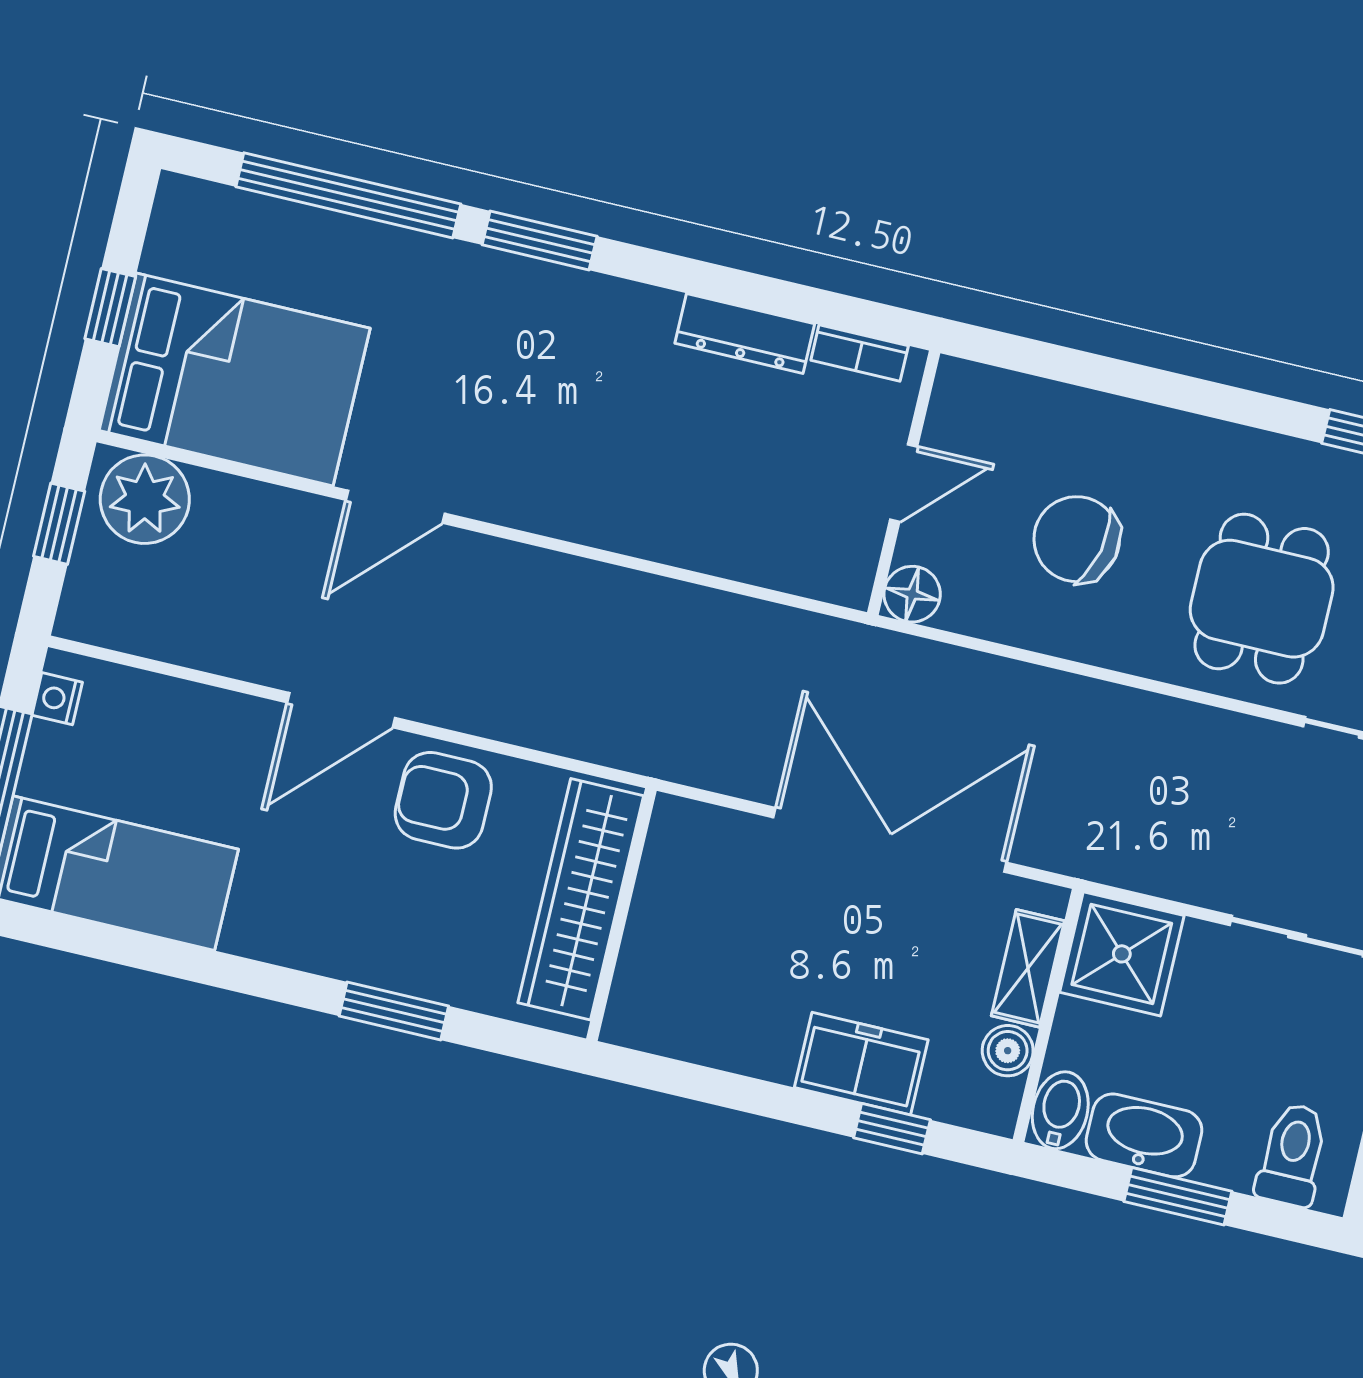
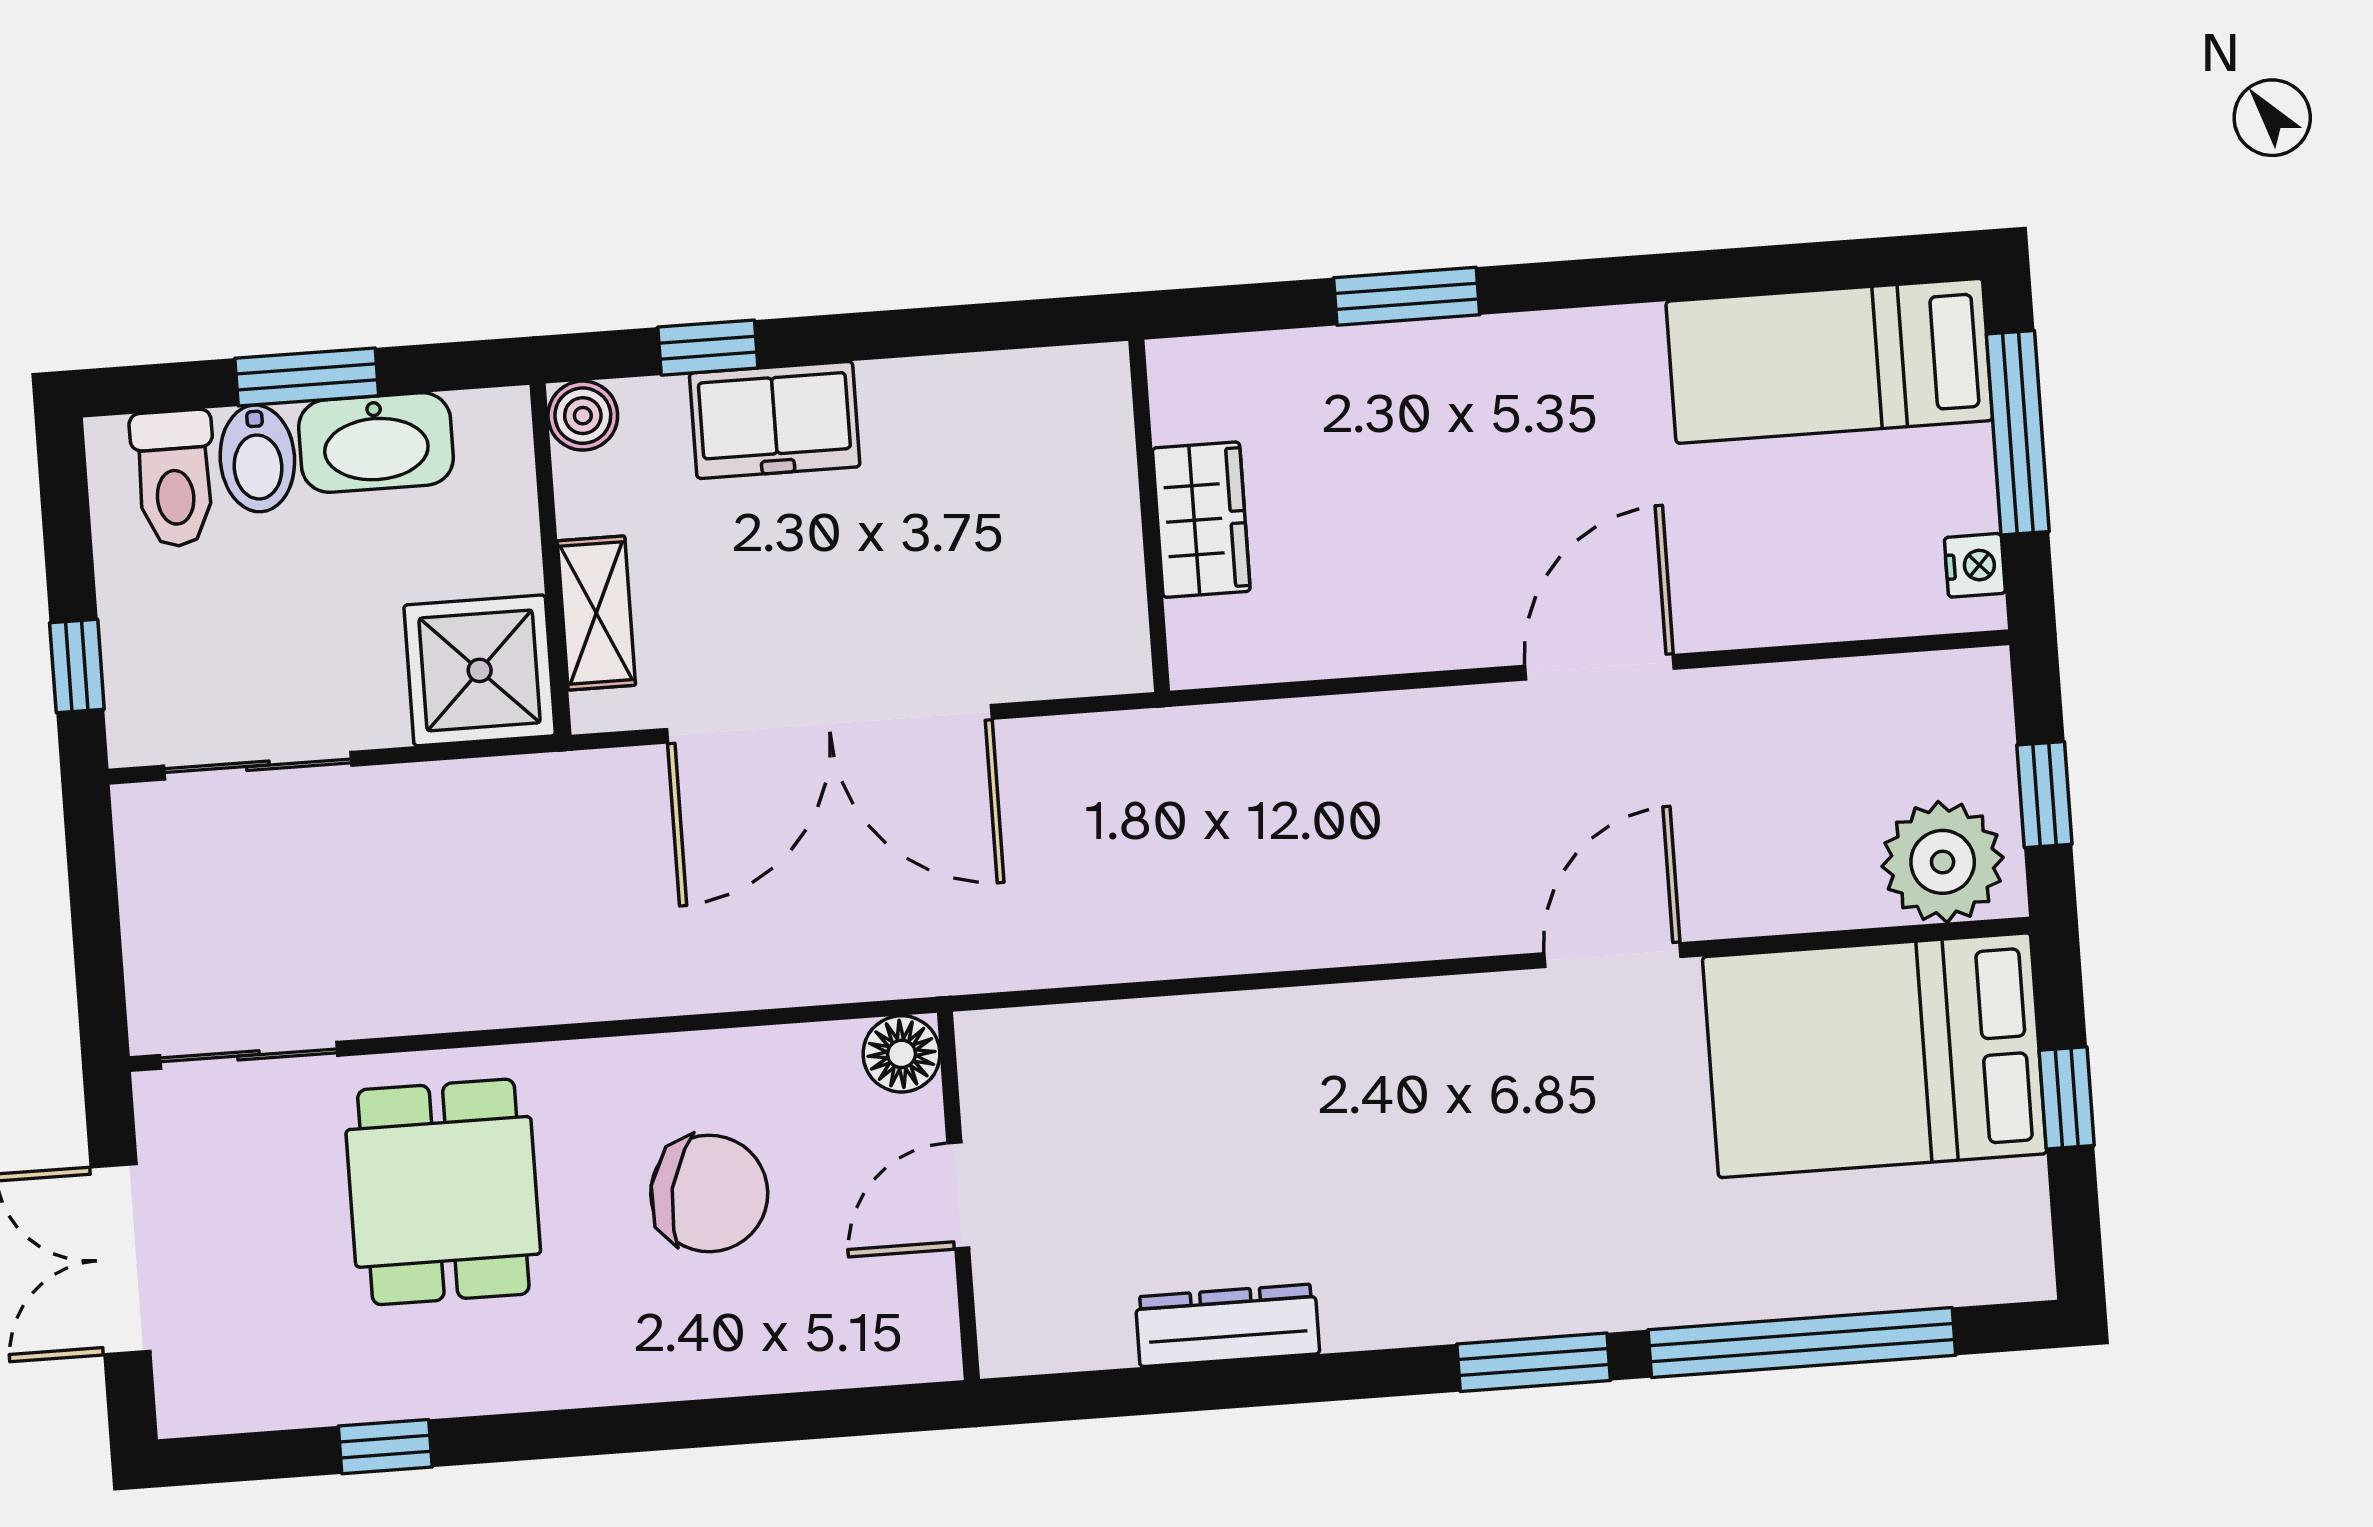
bookcase: (860, 353) -> (1069, 1347), removed
armchair: (443, 800) -> (1429, 592), removed
wardrobe: (581, 899) -> (1201, 520), width x0.48, depth x0.85
boiler: (1008, 1051) -> (583, 416), moved
bidet: (1060, 1110) -> (257, 458), moved

